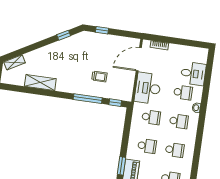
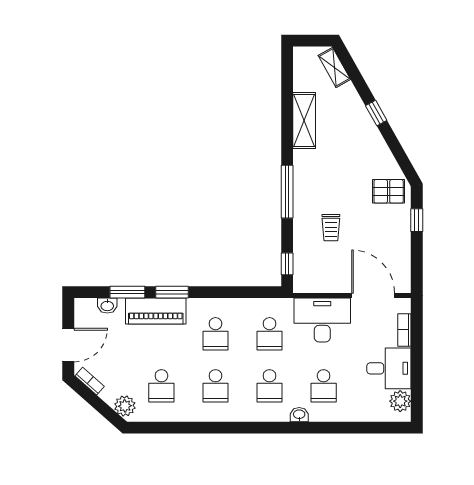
window: (64, 35) -> (376, 113), moved
pallet: (84, 43) -> (389, 191), added
plant: (197, 53) -> (400, 401), added
desk: (193, 74) -> (389, 368), moved, turned -90
window: (88, 99) -> (287, 192), moved

